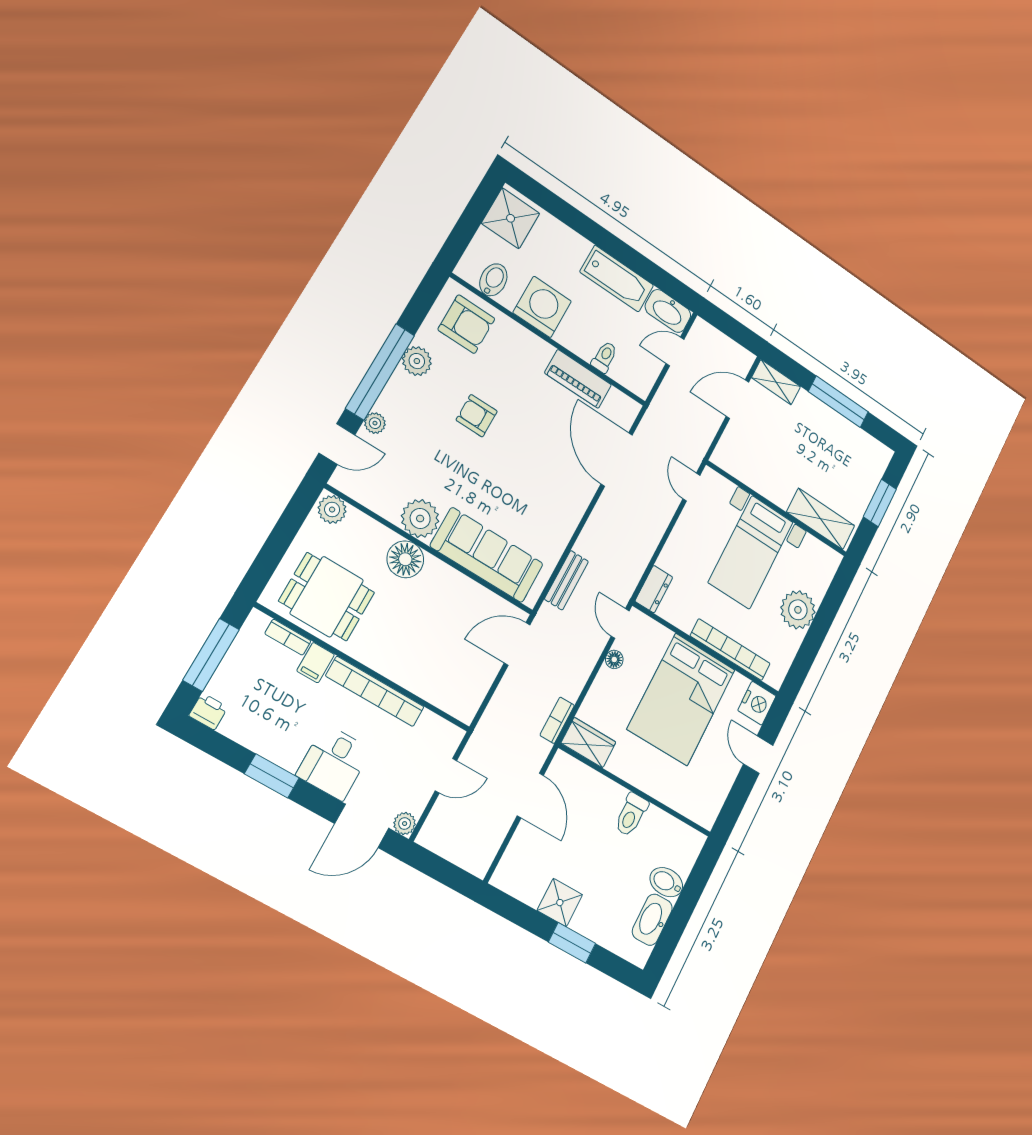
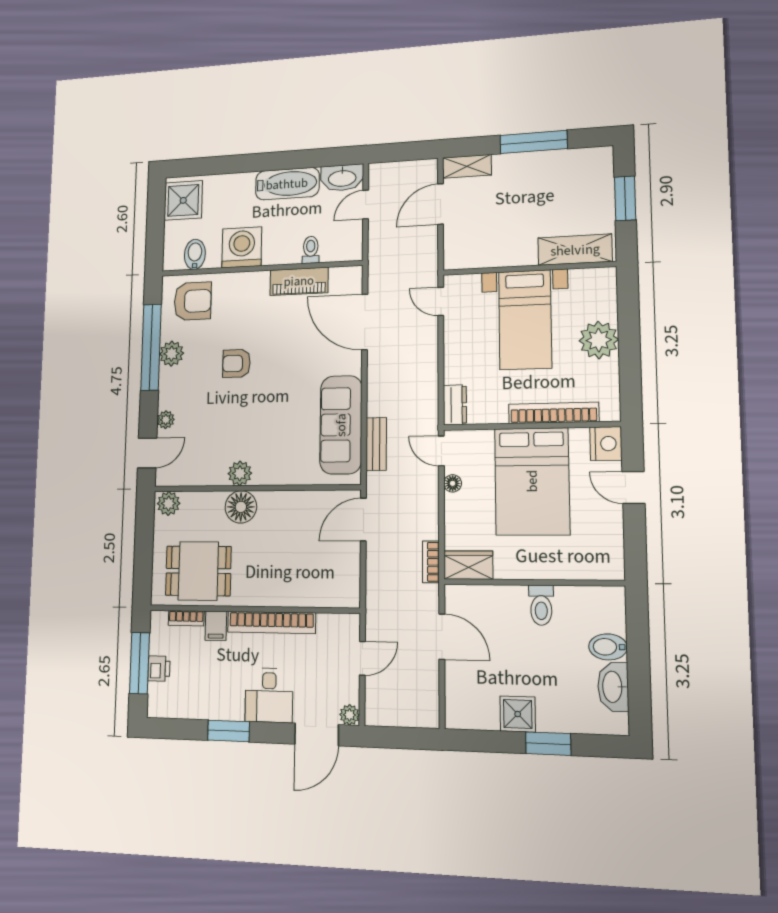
window: (380, 372) -> (151, 347), moved
plant: (420, 518) -> (240, 473), width x0.73, depth x0.73
sofa: (487, 555) -> (341, 425), moved, turned -90
printer: (208, 711) -> (159, 669), moved, turned 90

